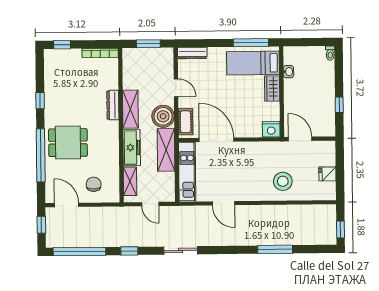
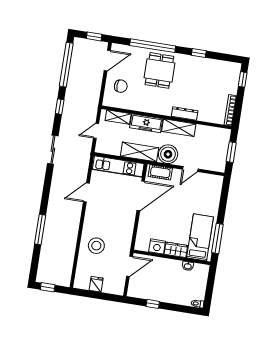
dresser: (192, 53) -> (217, 188), removed
nightstand: (271, 129) -> (157, 246), moved, turned -90

